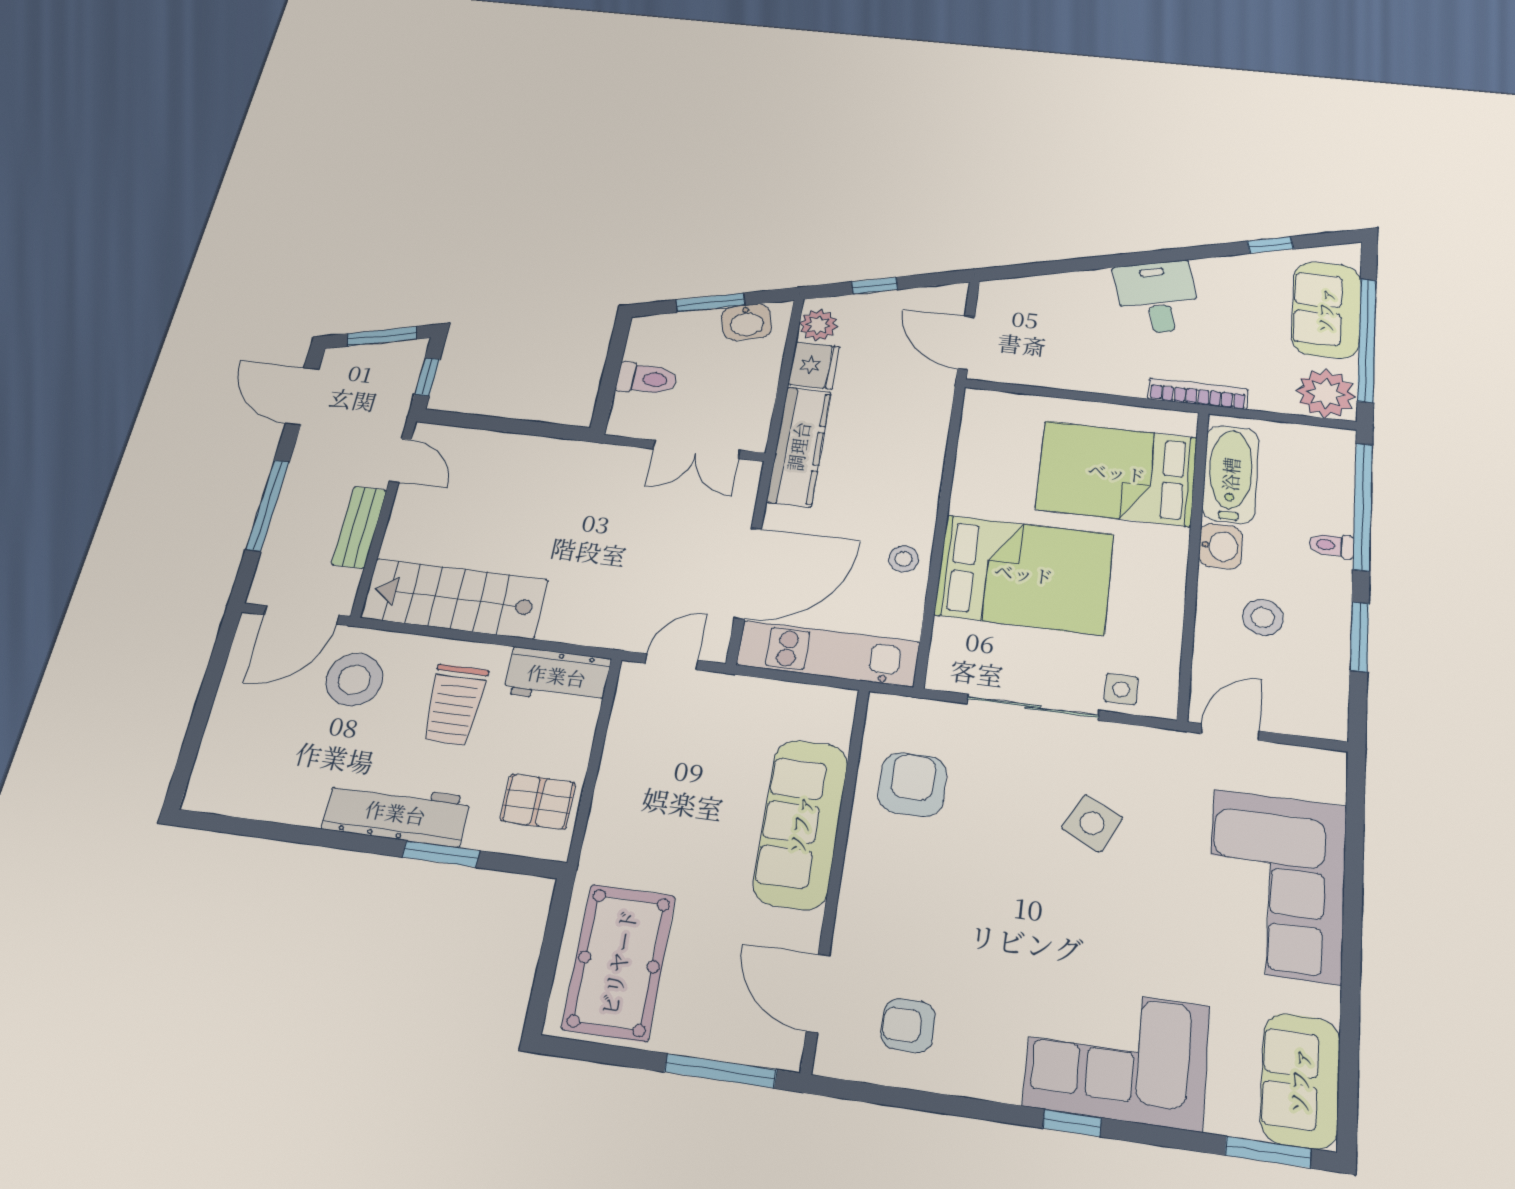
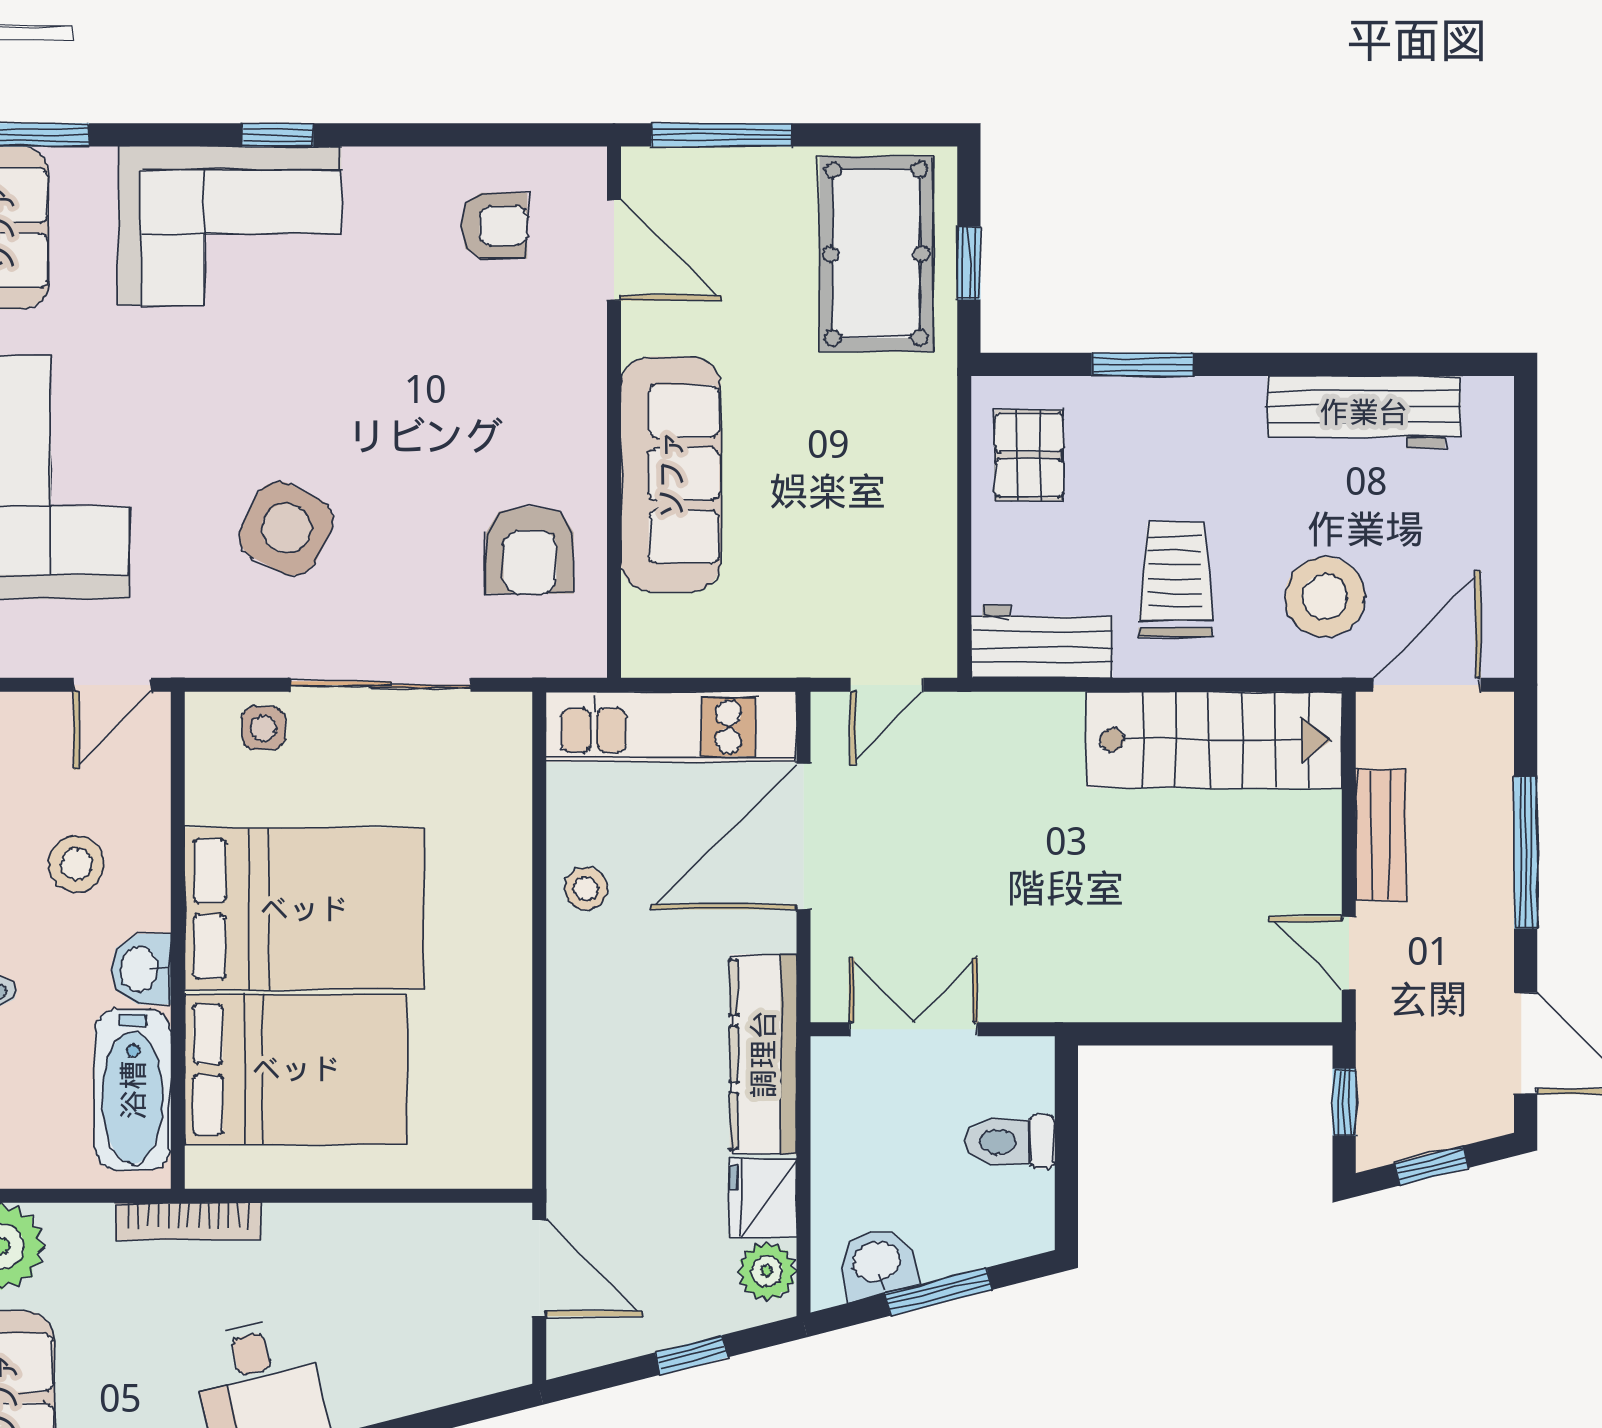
window: (382, 336) -> (1432, 1166), width x0.67
bed: (1024, 574) -> (304, 909), moved, turned 180
pallet: (538, 802) -> (1029, 455), turned 90
workbench: (396, 813) -> (1364, 412), moved
side table: (1092, 823) -> (286, 529), width x1.37, depth x1.37
window: (551, 945) -> (969, 263), added

